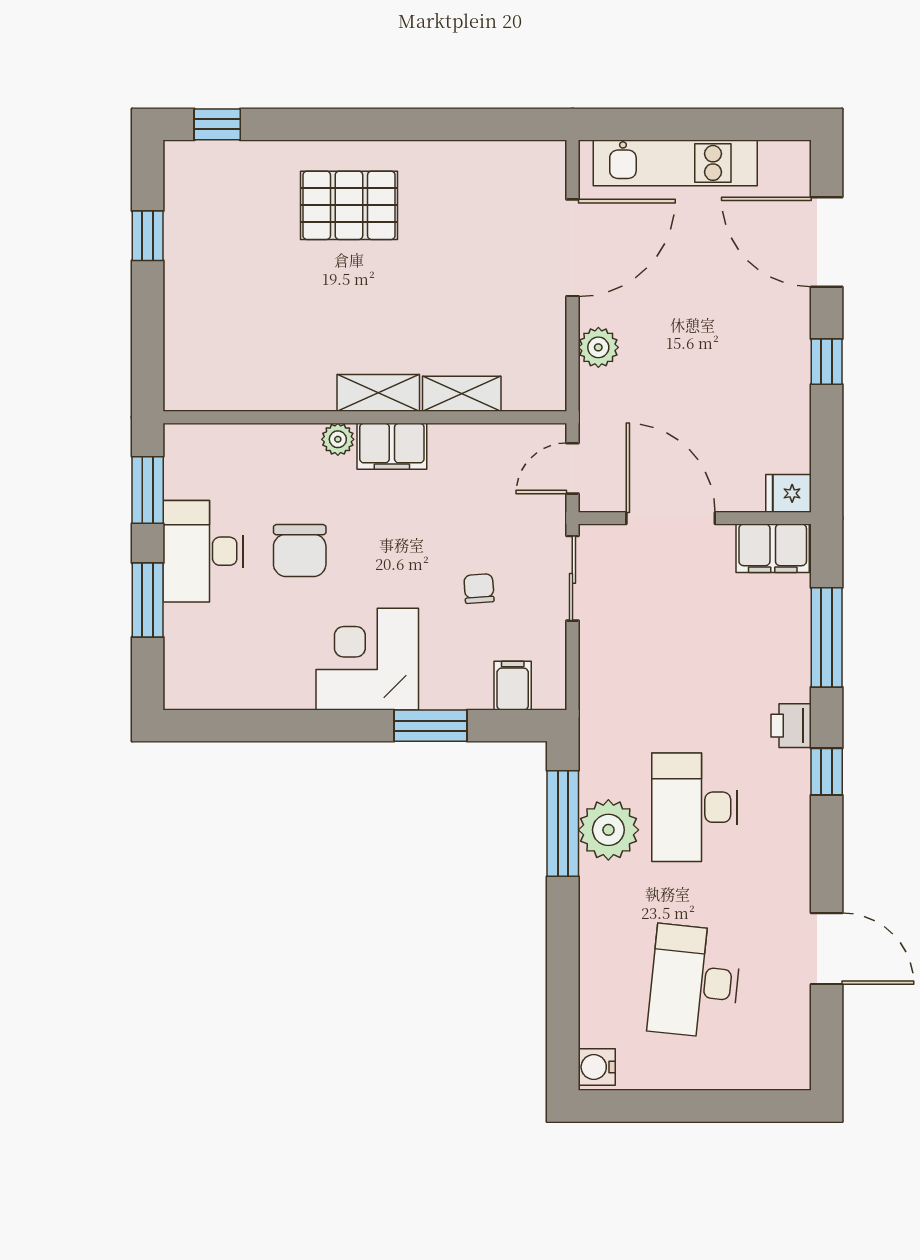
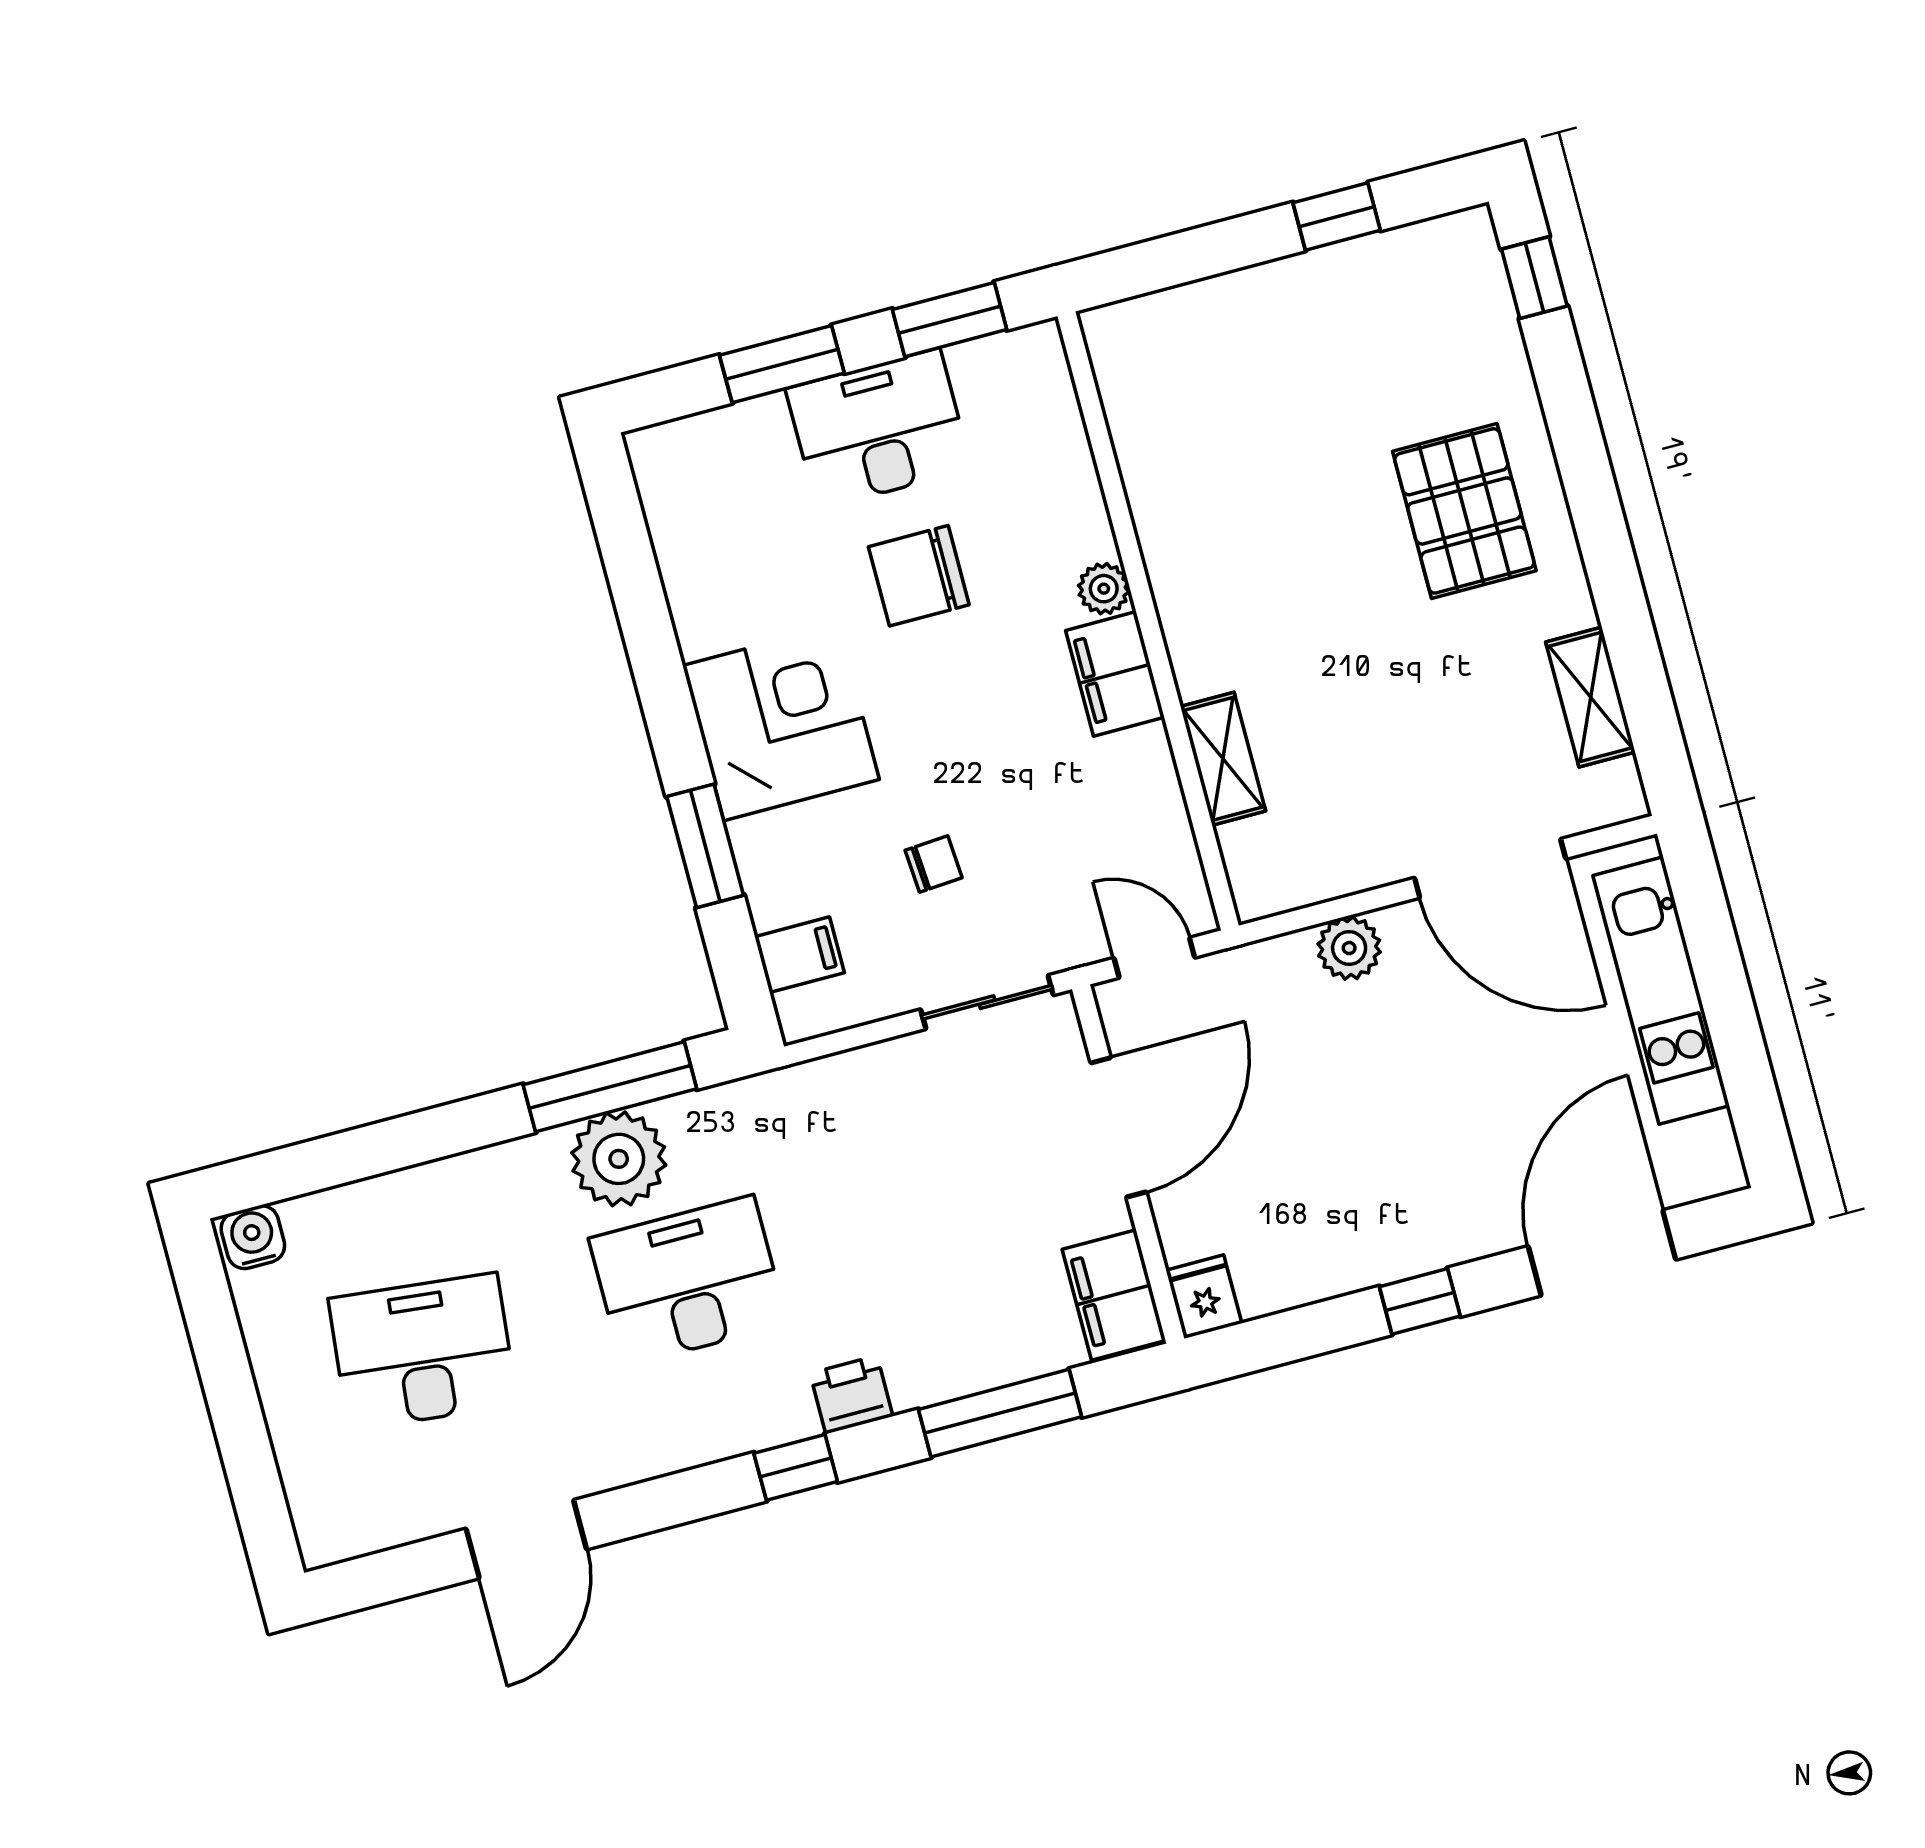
shelving: (378, 393) -> (1591, 697), moved

